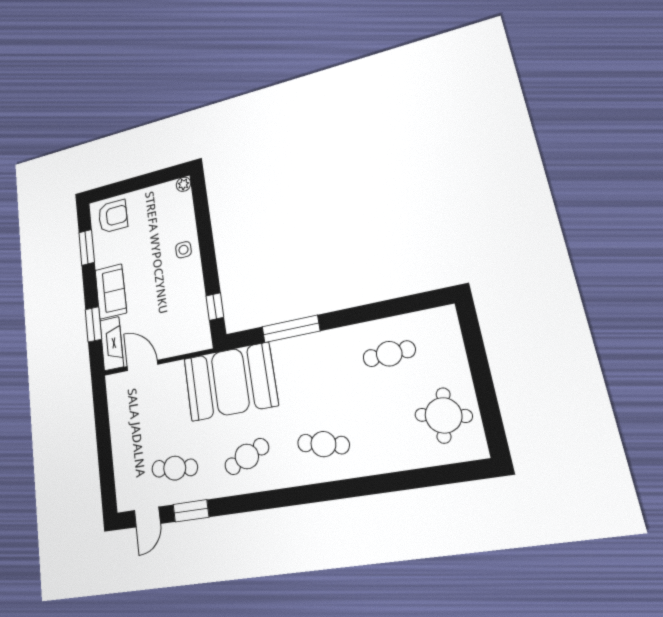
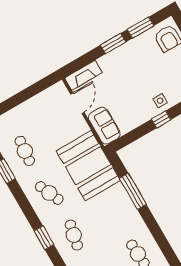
sofa: (111, 291) -> (104, 126), moved, turned -90
window: (215, 307) -> (161, 119), moved
window: (93, 324) -> (113, 44), moved
window: (311, 494) -> (44, 238), added

